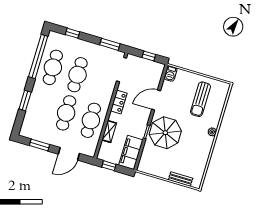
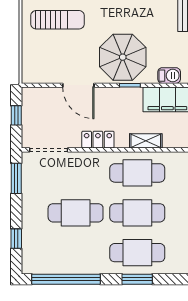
cafe table: (53, 67) -> (137, 253), moved
barbecue: (171, 73) -> (169, 76), moved

